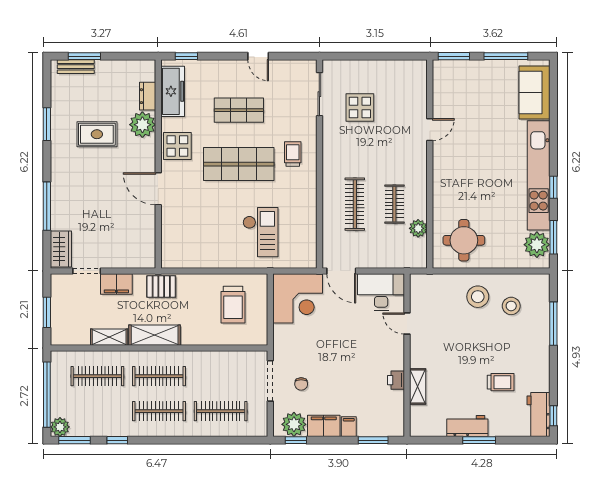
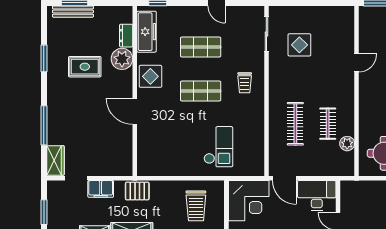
bench: (76, 67) -> (73, 12), width x1.36
trolley: (293, 154) -> (245, 83), turned 180
shop shelf: (239, 164) -> (201, 91), width x0.70, depth x0.74

